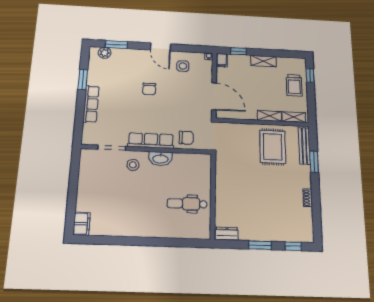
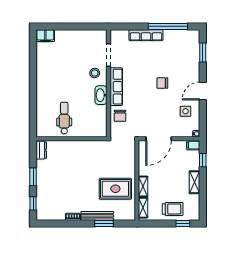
plant: (105, 53) -> (194, 43), removed
window: (83, 80) -> (168, 26), width x2.11
trolley: (294, 85) -> (173, 209), turned 180
bench: (304, 146) -> (97, 216), moved

